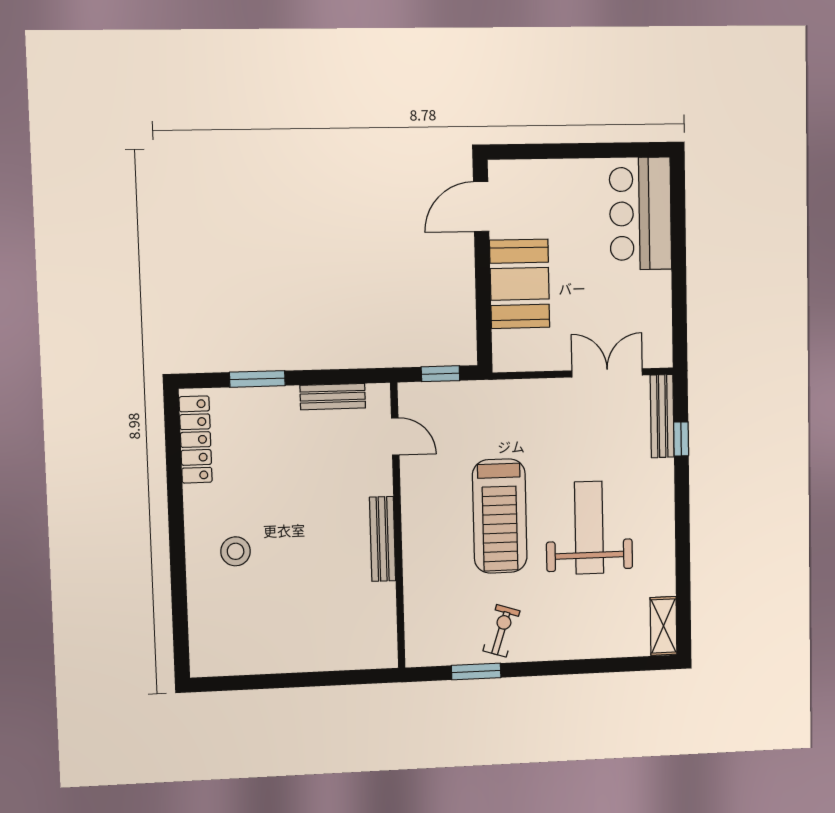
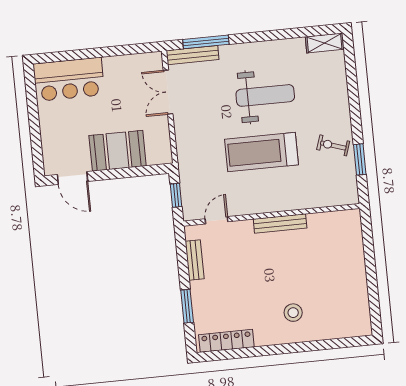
window: (681, 439) -> (206, 42), width x2.17
treadmill: (500, 516) -> (261, 152), turned 180
weight bench: (589, 528) -> (265, 95), turned 180

